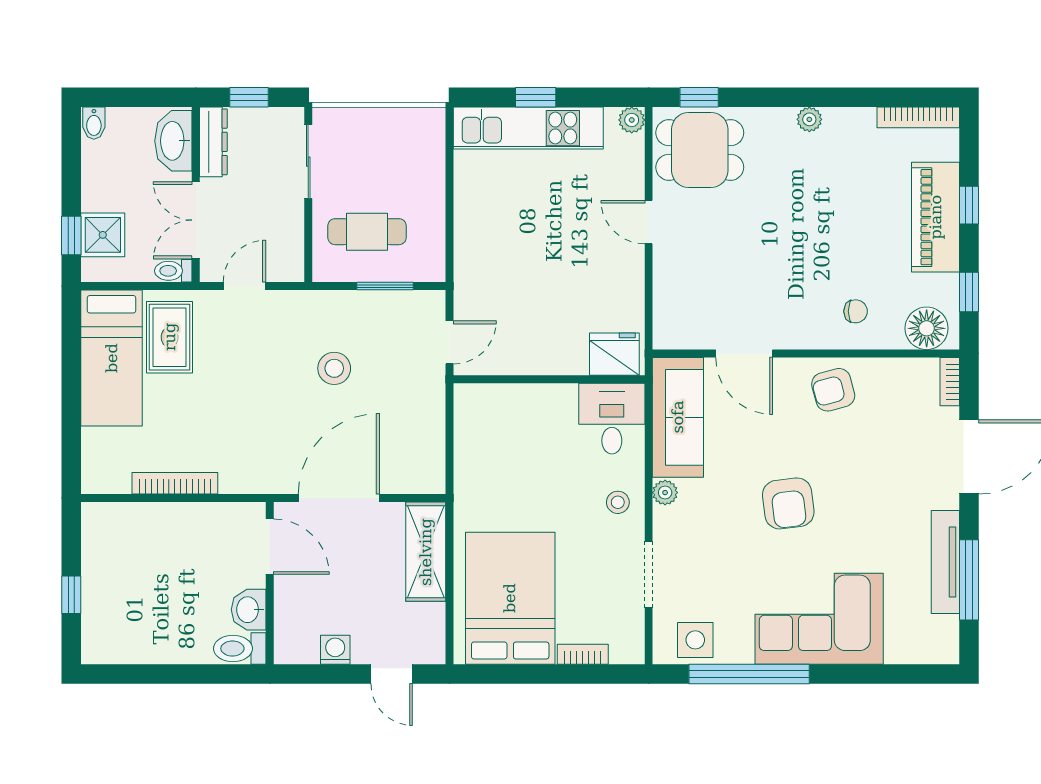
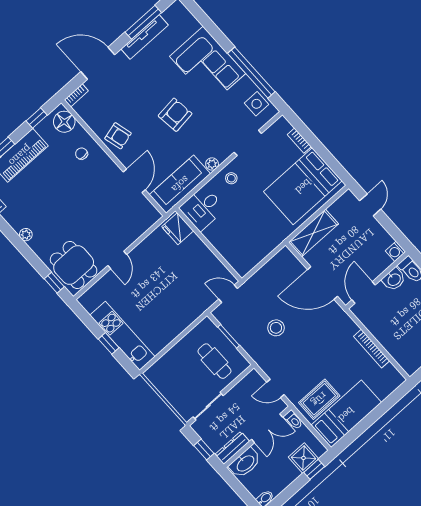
plant: (632, 120) -> (85, 300), removed
washing machine: (335, 650) -> (396, 251), moved

